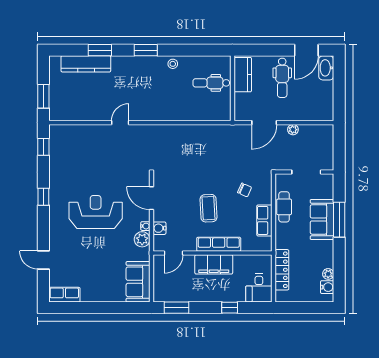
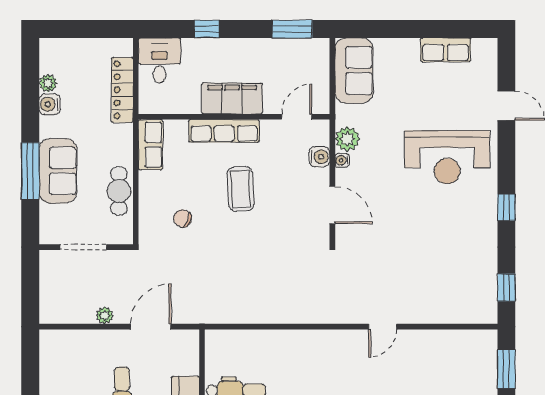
reception desk: (96, 212) -> (447, 157), moved
row of seats: (264, 220) -> (151, 145), moved
water cooler: (327, 287) -> (50, 104), moved
row of seats: (64, 295) -> (446, 50), moved

